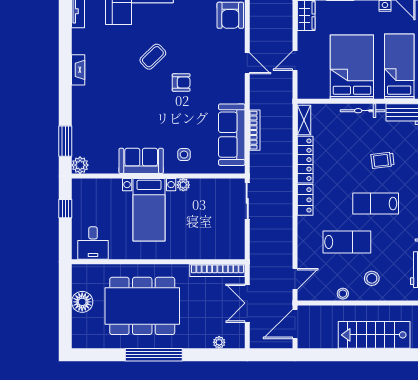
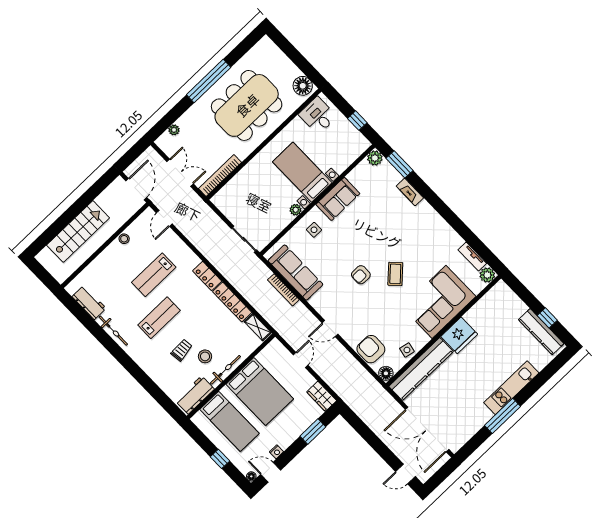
fireplace: (78, 70) -> (410, 192), moved
stool: (372, 278) -> (205, 356), moved
floor lamp: (82, 302) -> (303, 86), moved

